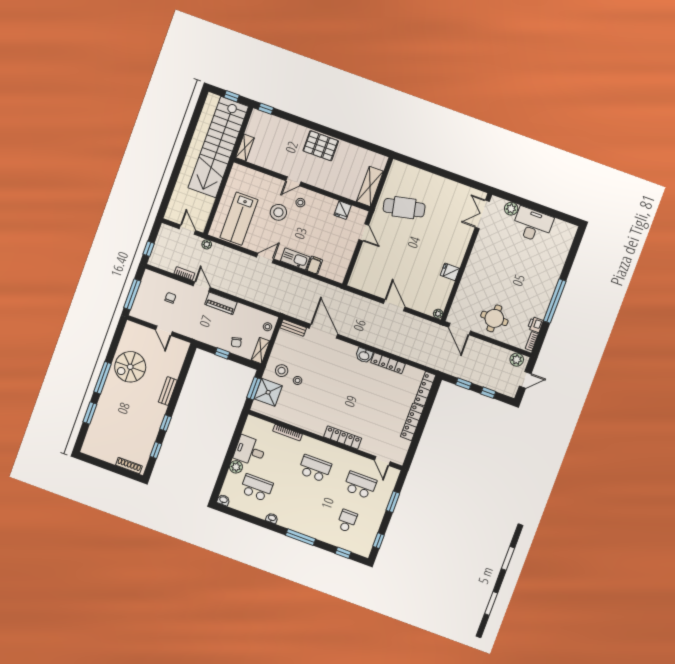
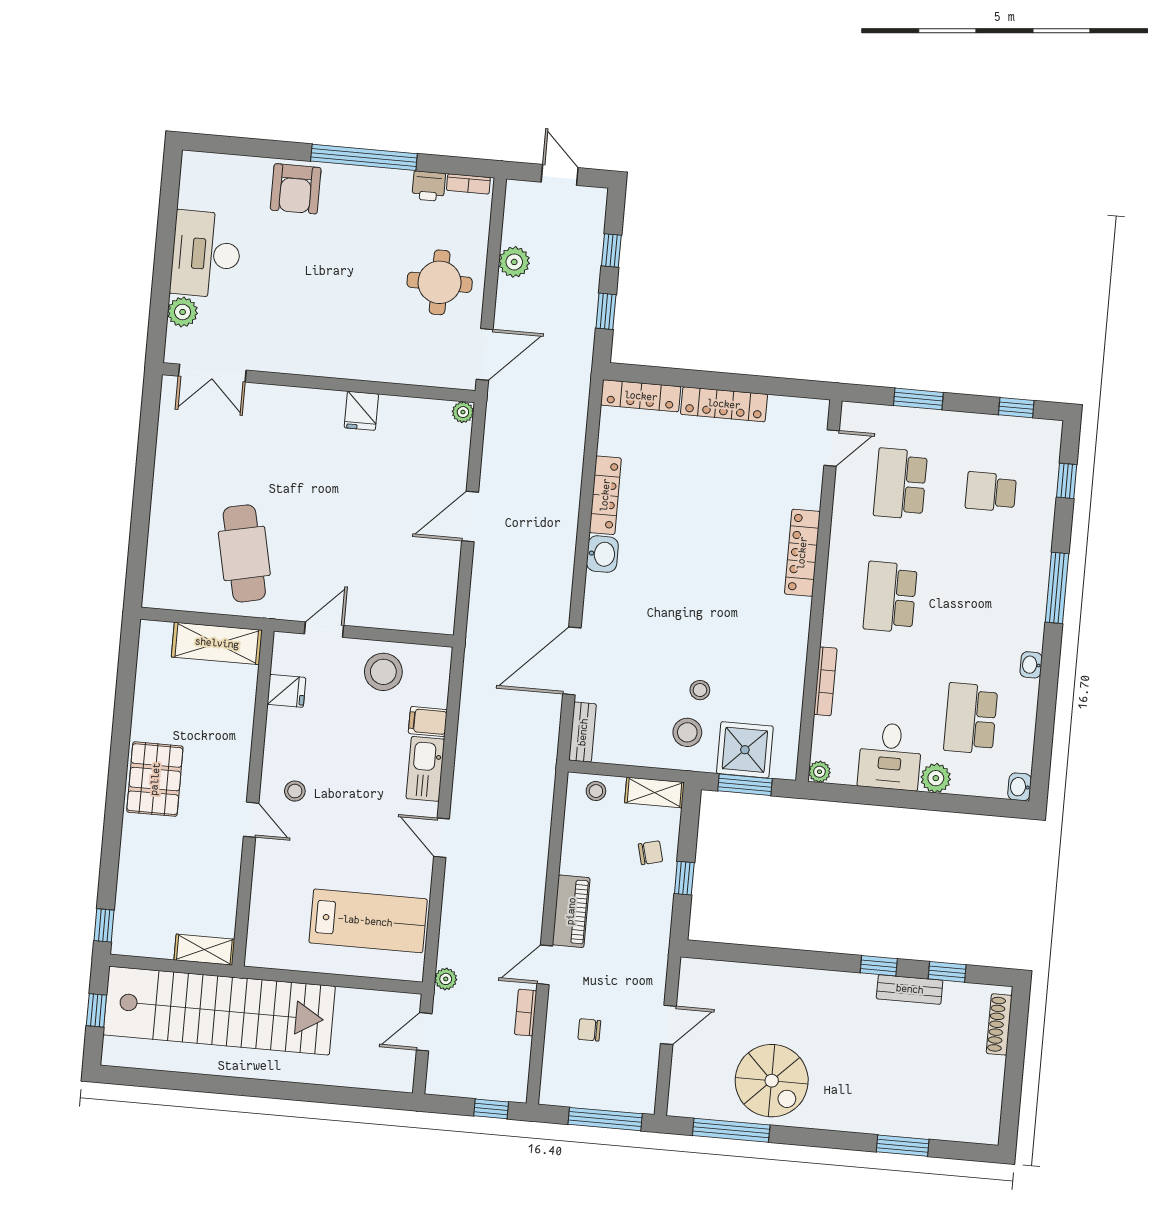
stool: (278, 212) -> (383, 672), moved
armchair: (549, 269) -> (296, 189), added
plant: (517, 360) -> (514, 262), moved
window: (103, 378) -> (731, 1130), moved
bench: (168, 391) -> (910, 989), moved
plant: (251, 420) -> (819, 772), added

